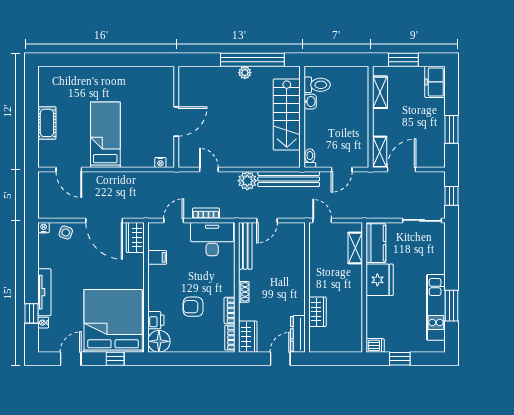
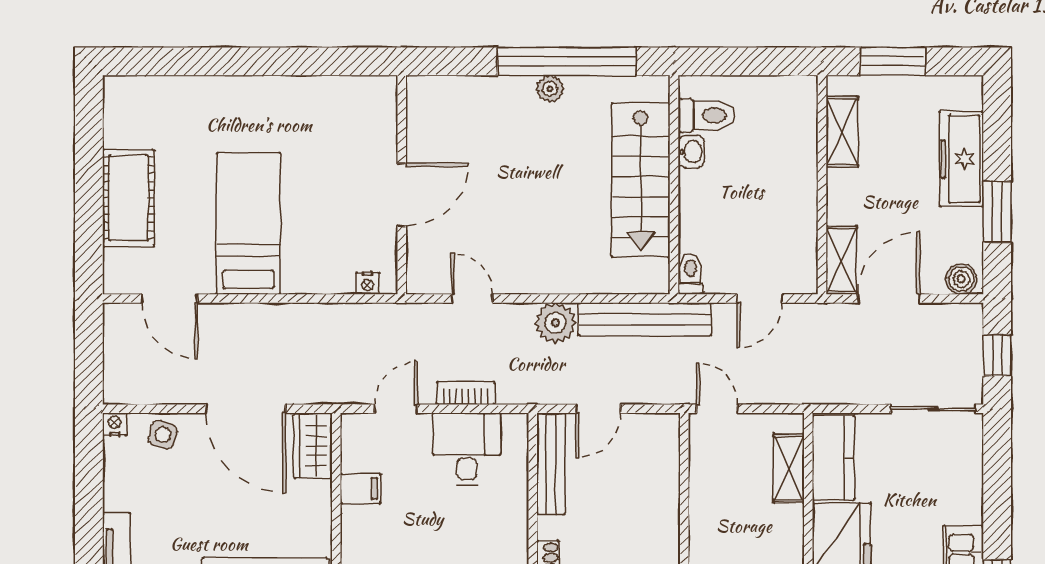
freezer: (435, 82) -> (961, 159), moved, width x1.40
cot: (47, 123) -> (128, 198), width x1.37, depth x1.34
boiler: (435, 160) -> (961, 279), added
desk: (212, 239) -> (467, 449), width x0.73

